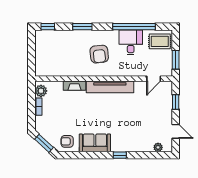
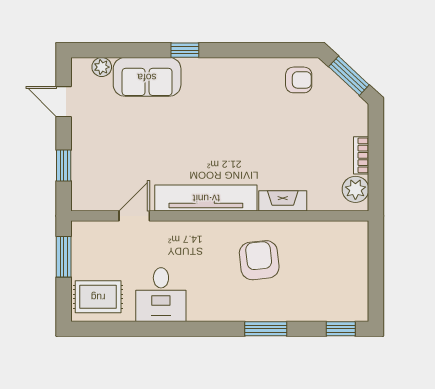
window: (134, 27) -> (154, 329), removed
armchair: (99, 54) -> (259, 260), moved
door: (154, 79) -> (134, 216), moved
sofa: (95, 143) -> (147, 77), moved

